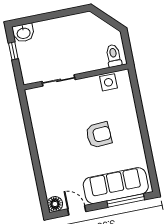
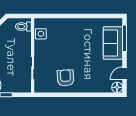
armchair: (99, 135) -> (65, 78), moved
sofa: (116, 186) -> (113, 43), width x0.73

